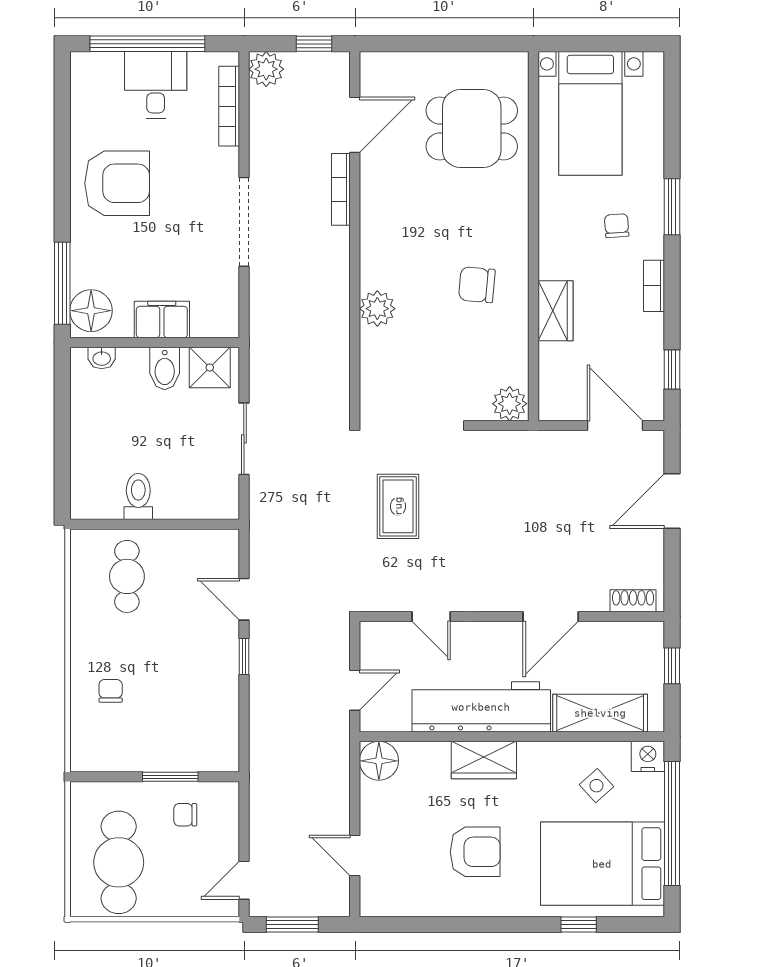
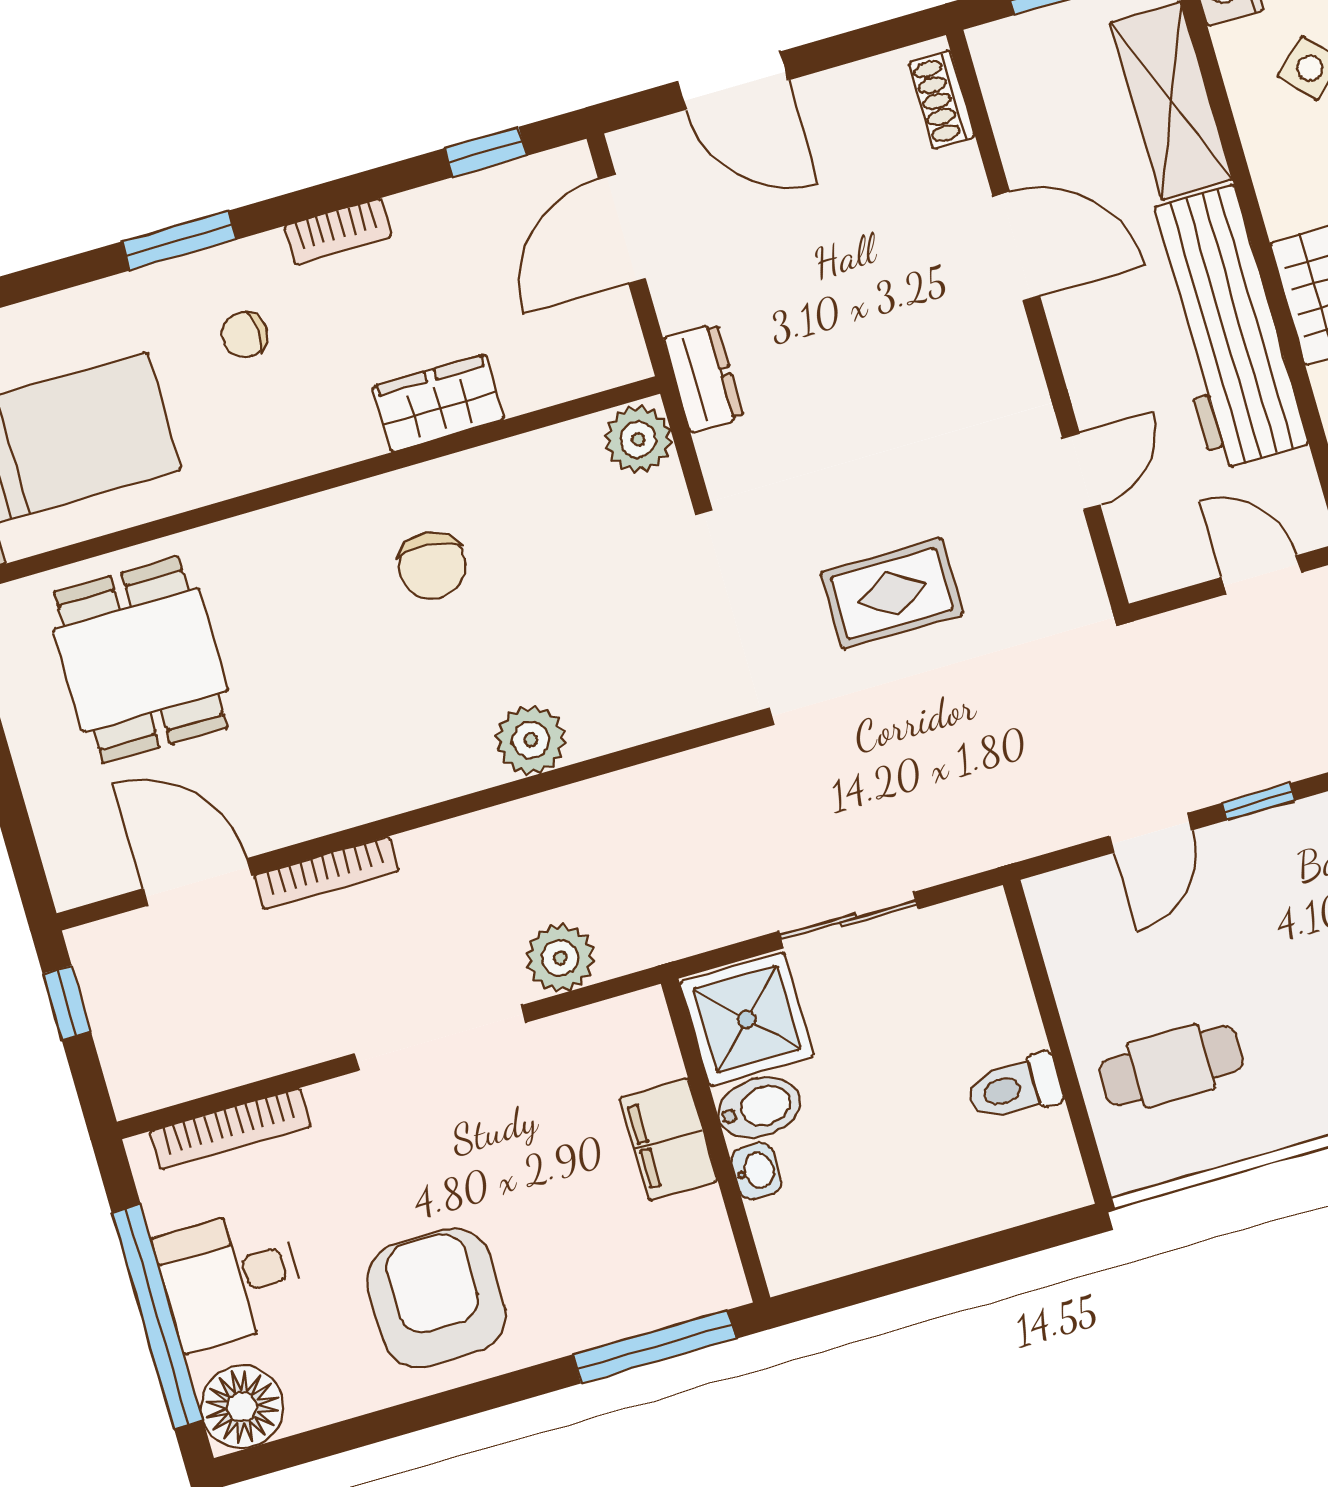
plant: (266, 69) -> (560, 958), moved
floor lamp: (91, 311) -> (242, 1407), moved
washbasin: (102, 358) -> (756, 1171), moved
shower: (210, 367) -> (747, 1019), width x1.36, depth x1.36
dresser: (530, 444) -> (703, 378), added

